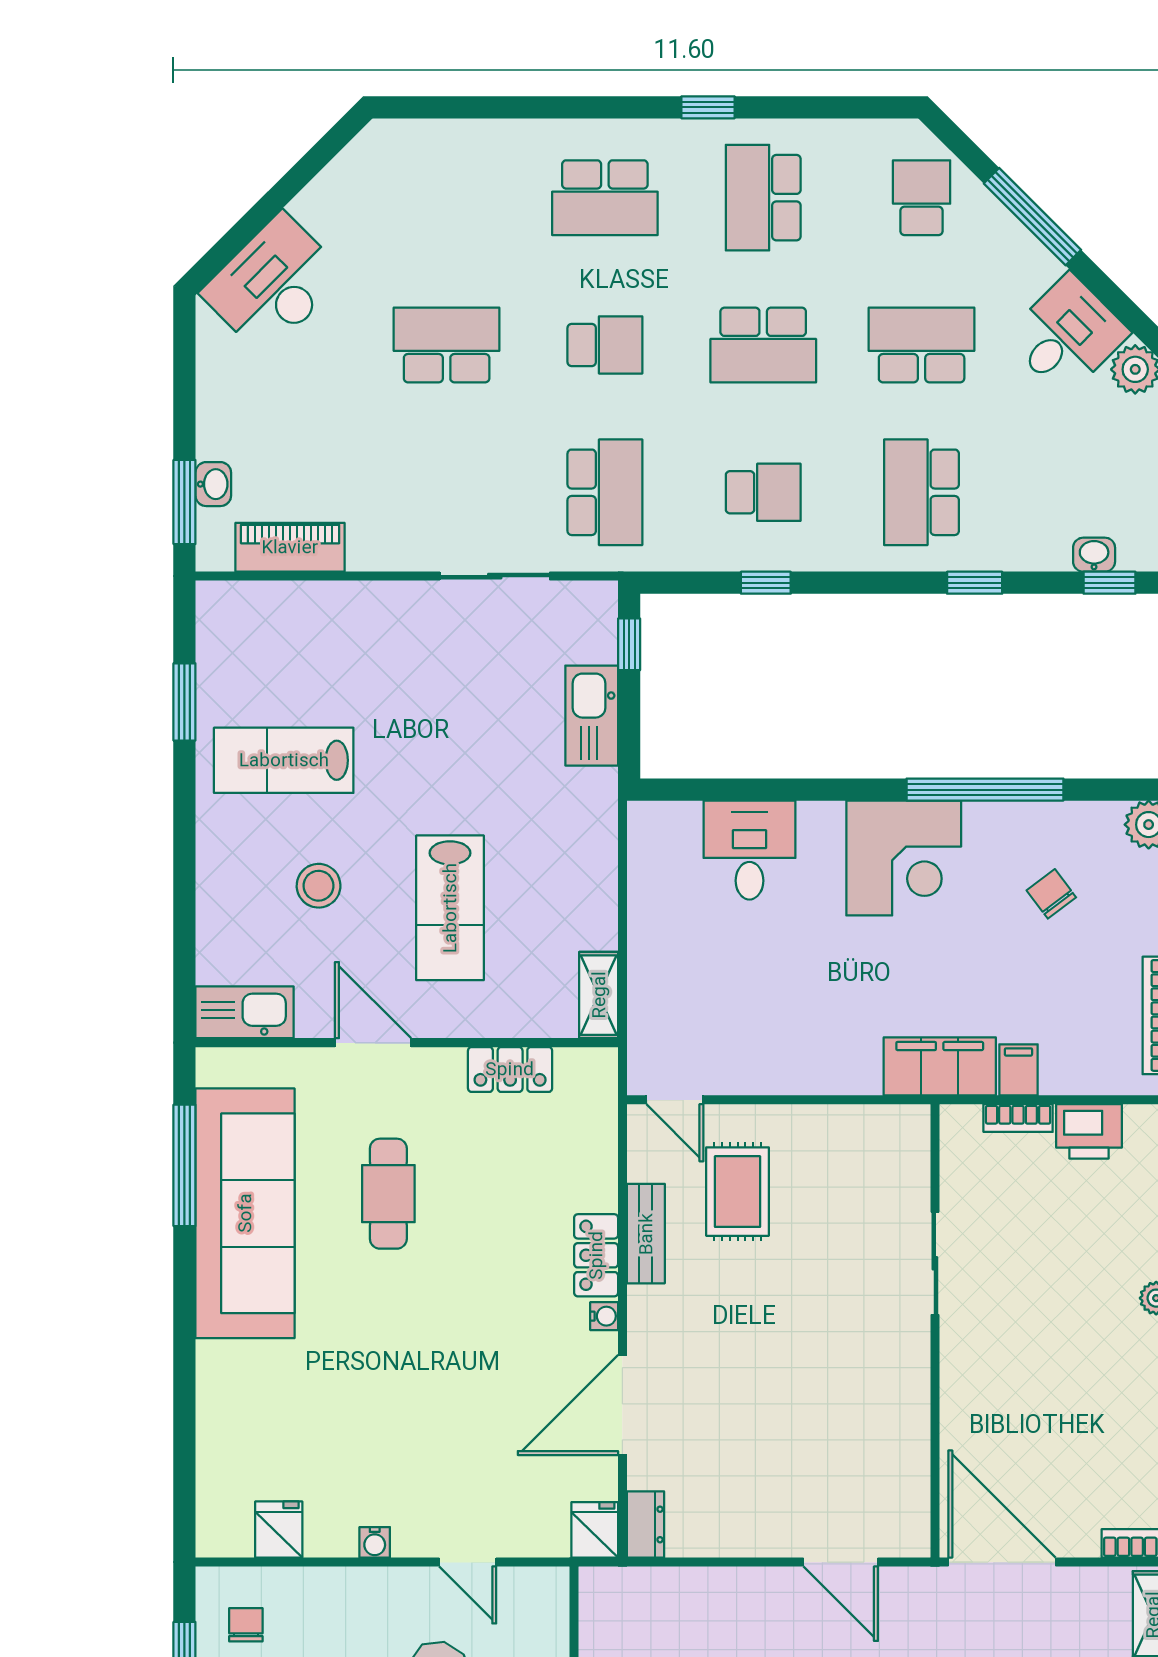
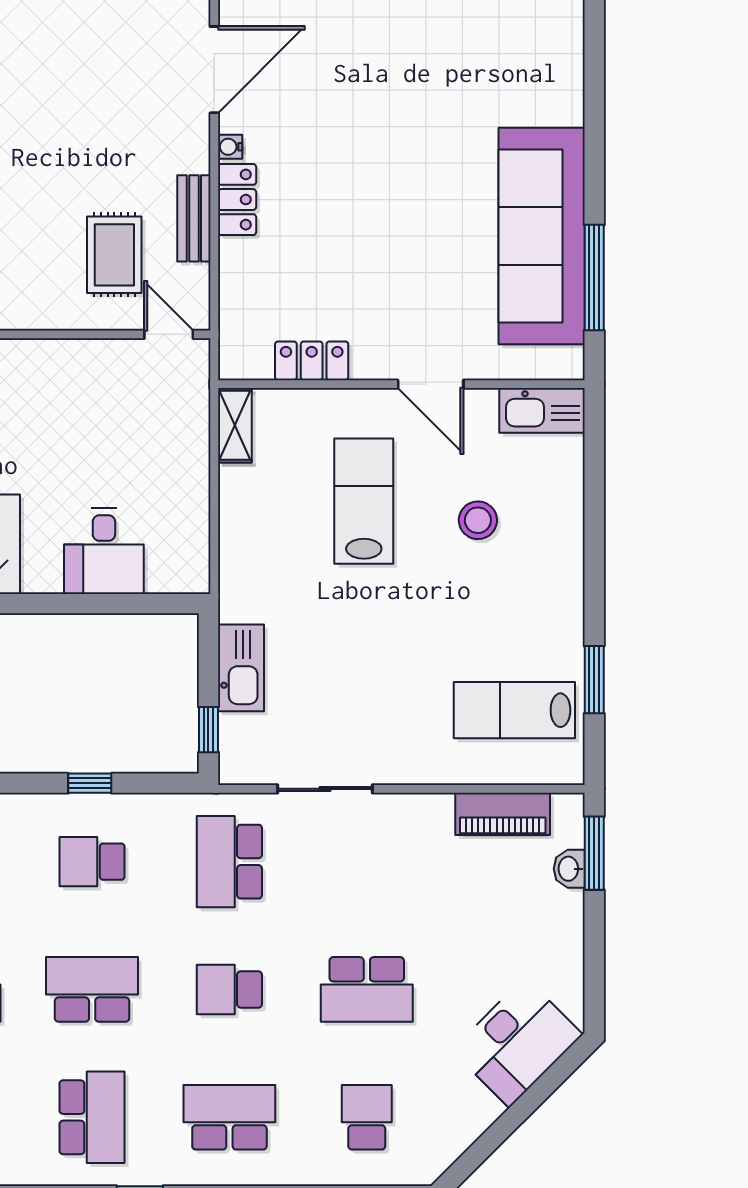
school desk: (447, 198) -> (367, 1117), added
lab bench: (284, 760) -> (514, 710), moved, turned 180
cafe table: (388, 1194) -> (417, 253), removed

